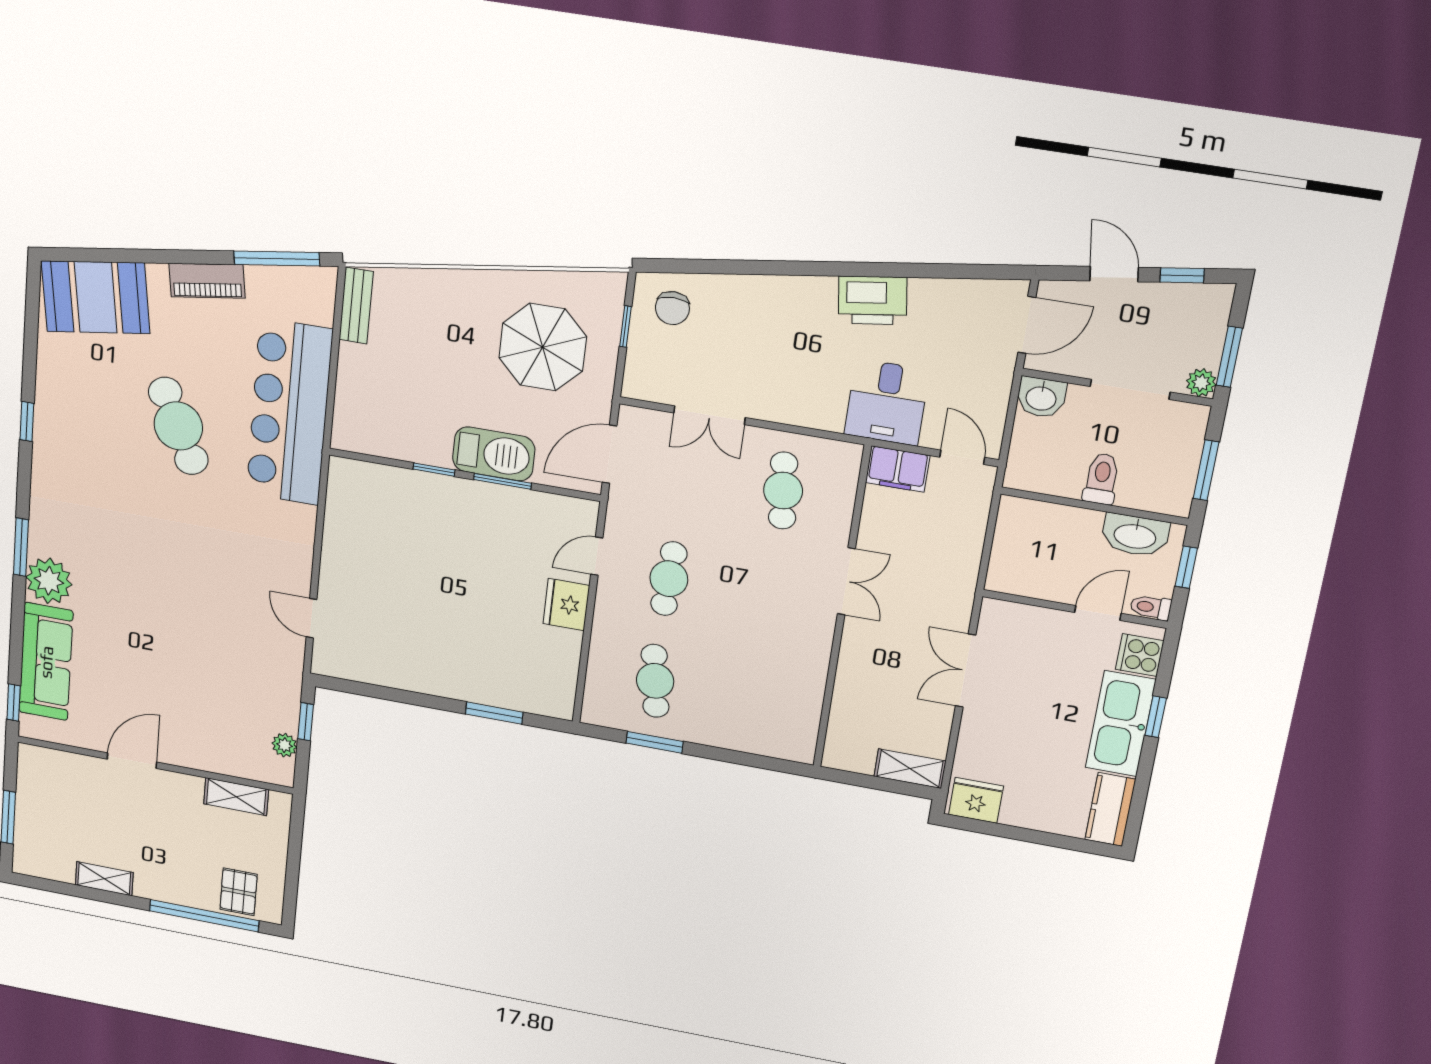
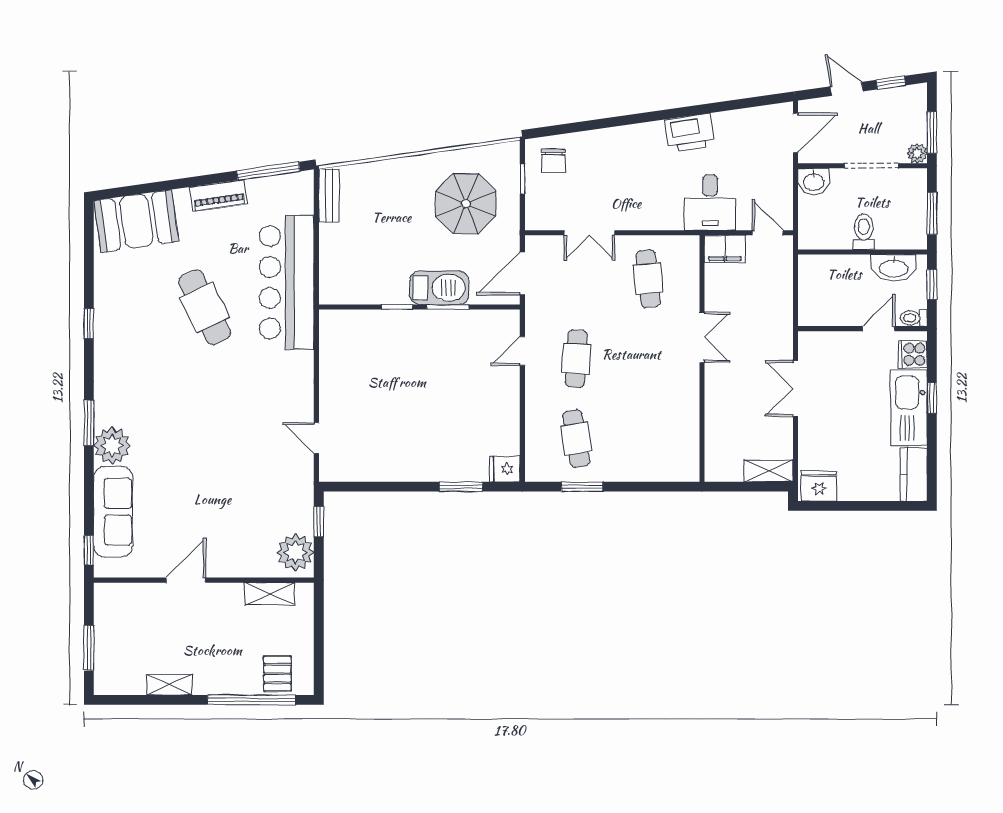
fridge: (566, 605) -> (505, 469), moved, width x0.72
plant: (284, 745) -> (295, 552), width x1.87, depth x1.87

